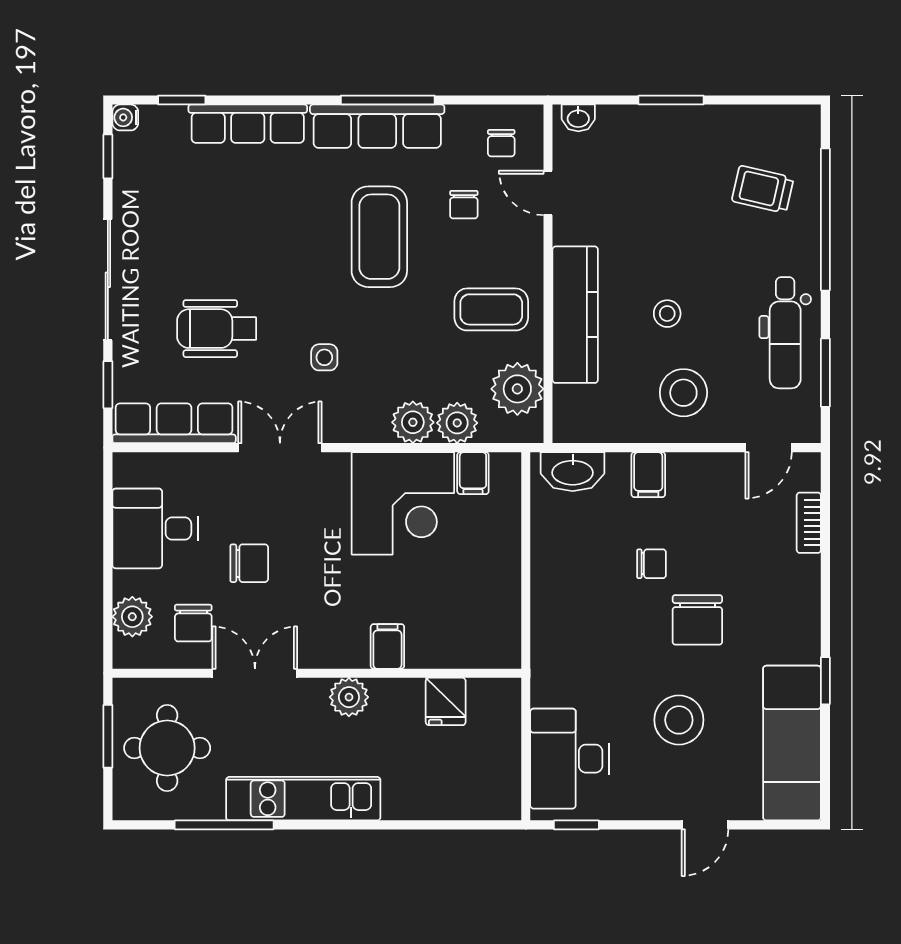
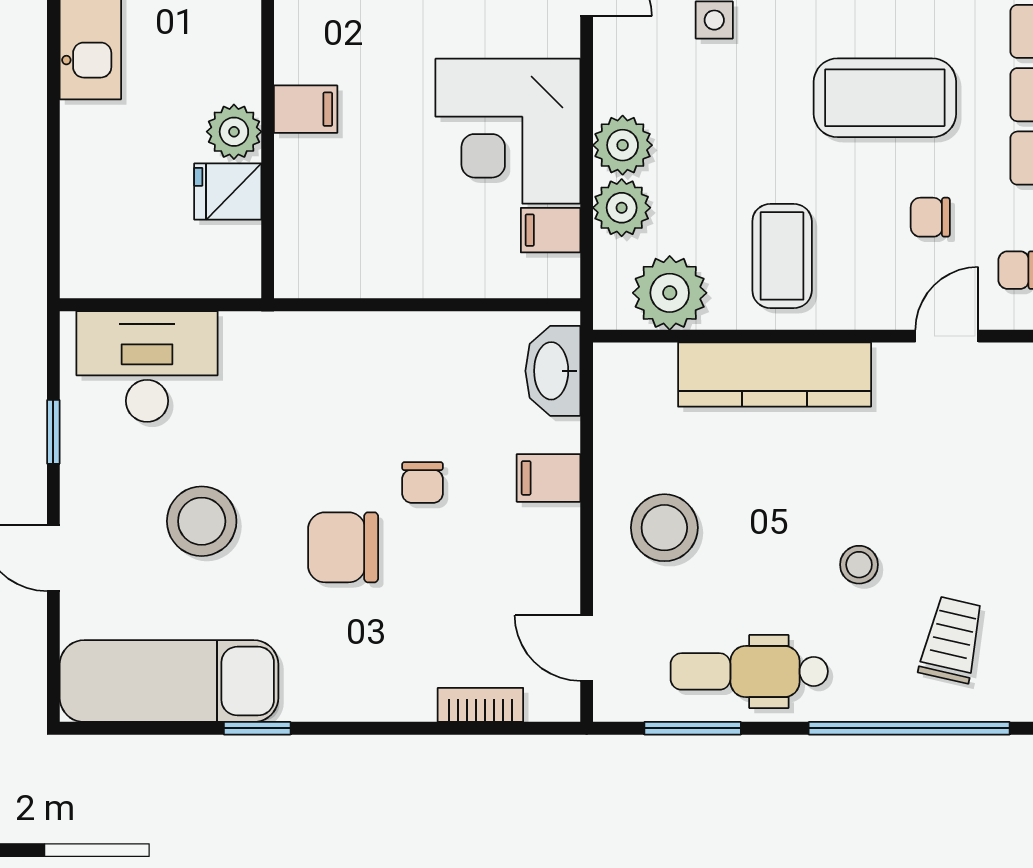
stool: (667, 314) -> (859, 565), moved
plant: (349, 697) -> (234, 132), moved
window: (576, 825) -> (53, 432), moved

